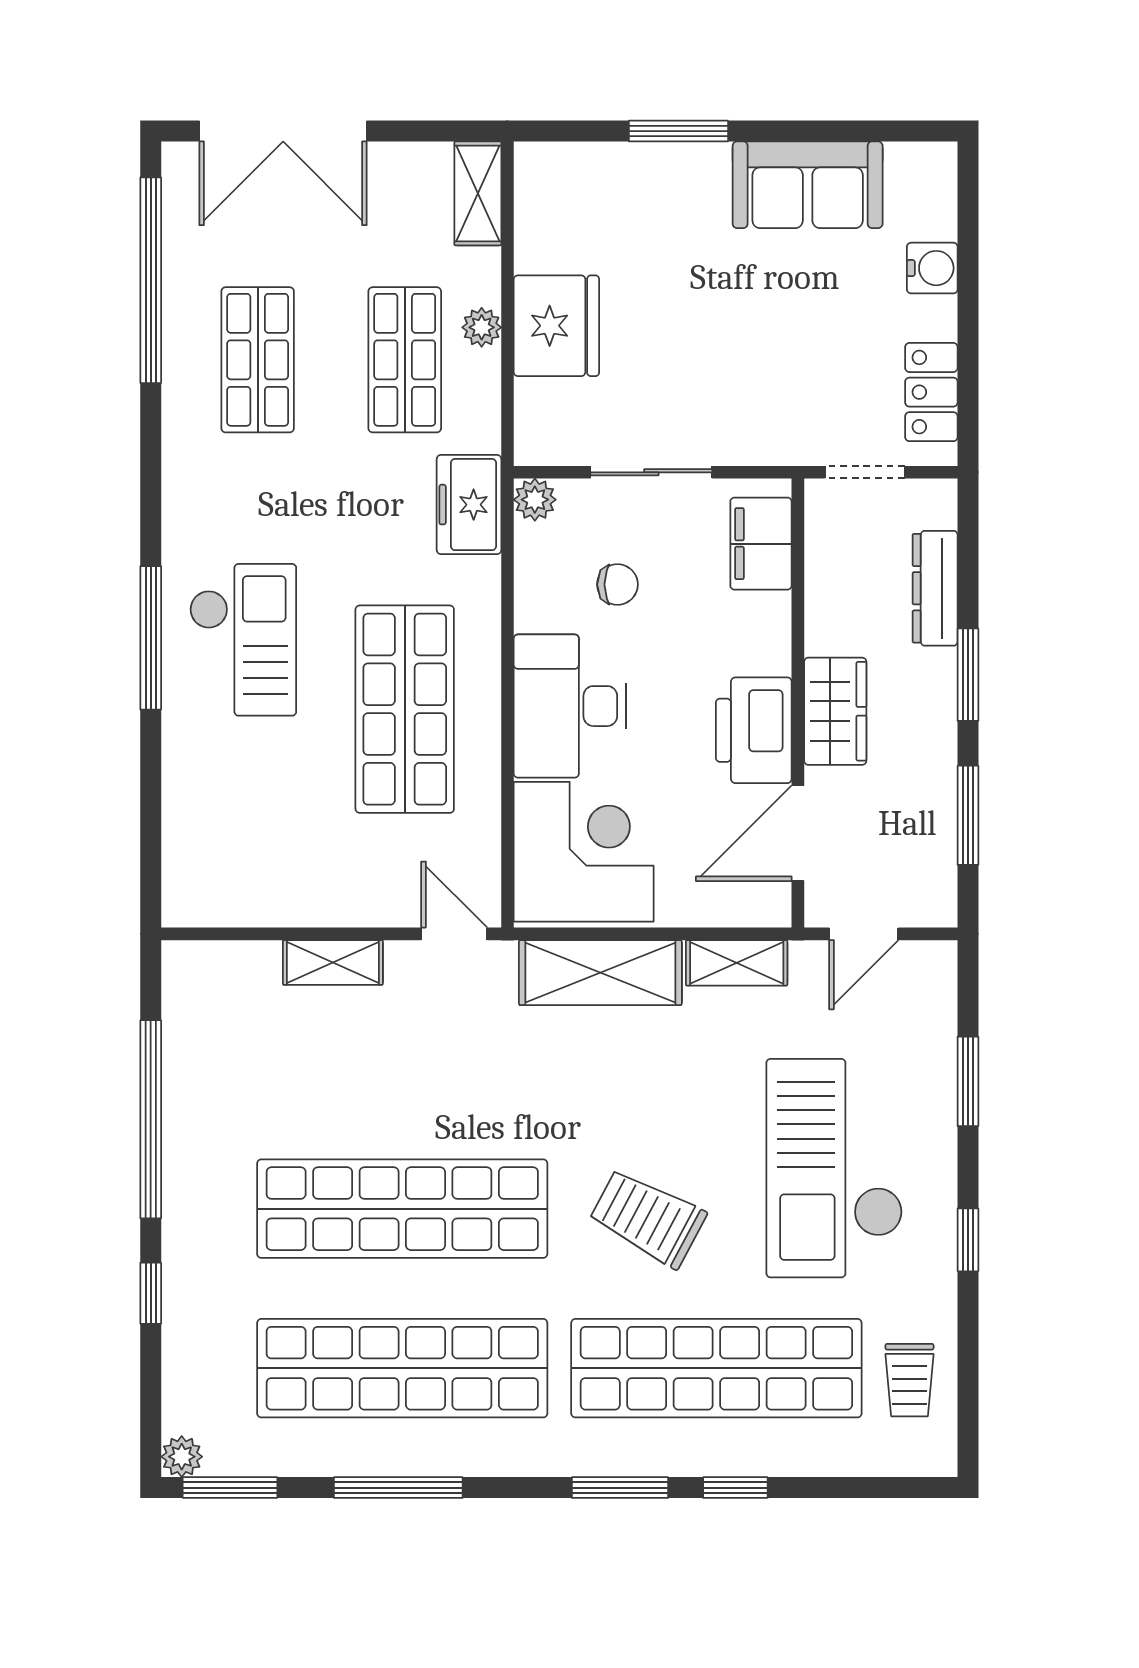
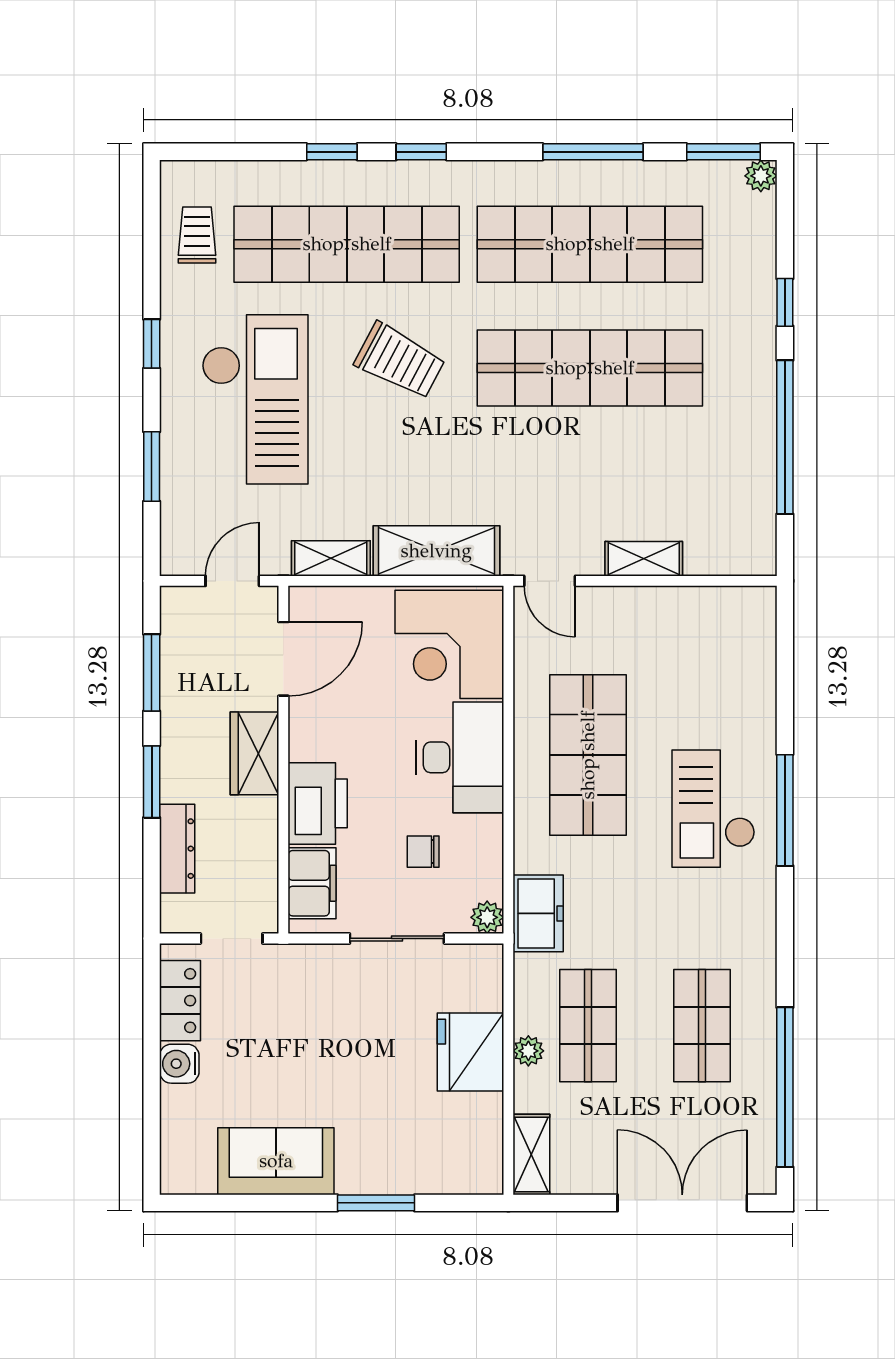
water cooler: (932, 268) -> (179, 1064), moved
printer: (754, 730) -> (318, 803), moved
window: (620, 1488) -> (421, 152), width x0.67

